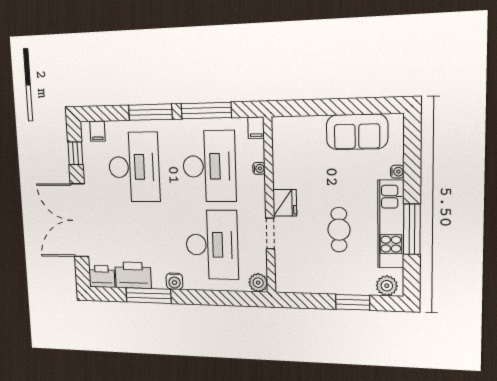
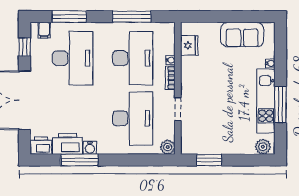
window: (150, 112) -> (69, 17), moved
filing cabinet: (256, 128) -> (169, 30), removed
bookcase: (259, 192) -> (170, 78), added
fridge: (285, 203) -> (189, 45), moved
cafe table: (339, 230) -> (229, 106), removed
water cooler: (174, 281) -> (90, 148), moved
window: (353, 302) -> (209, 160), moved

